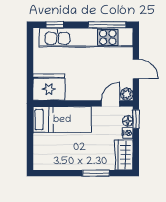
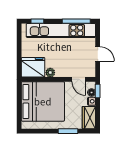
plant: (127, 94) -> (50, 73), moved
door: (110, 103) -> (79, 79), swing flipped
bed: (62, 120) -> (43, 101), width x2.04

